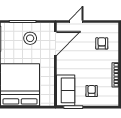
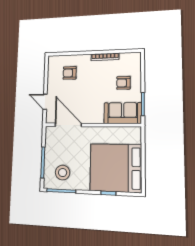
stool: (30, 38) -> (63, 173), moved

